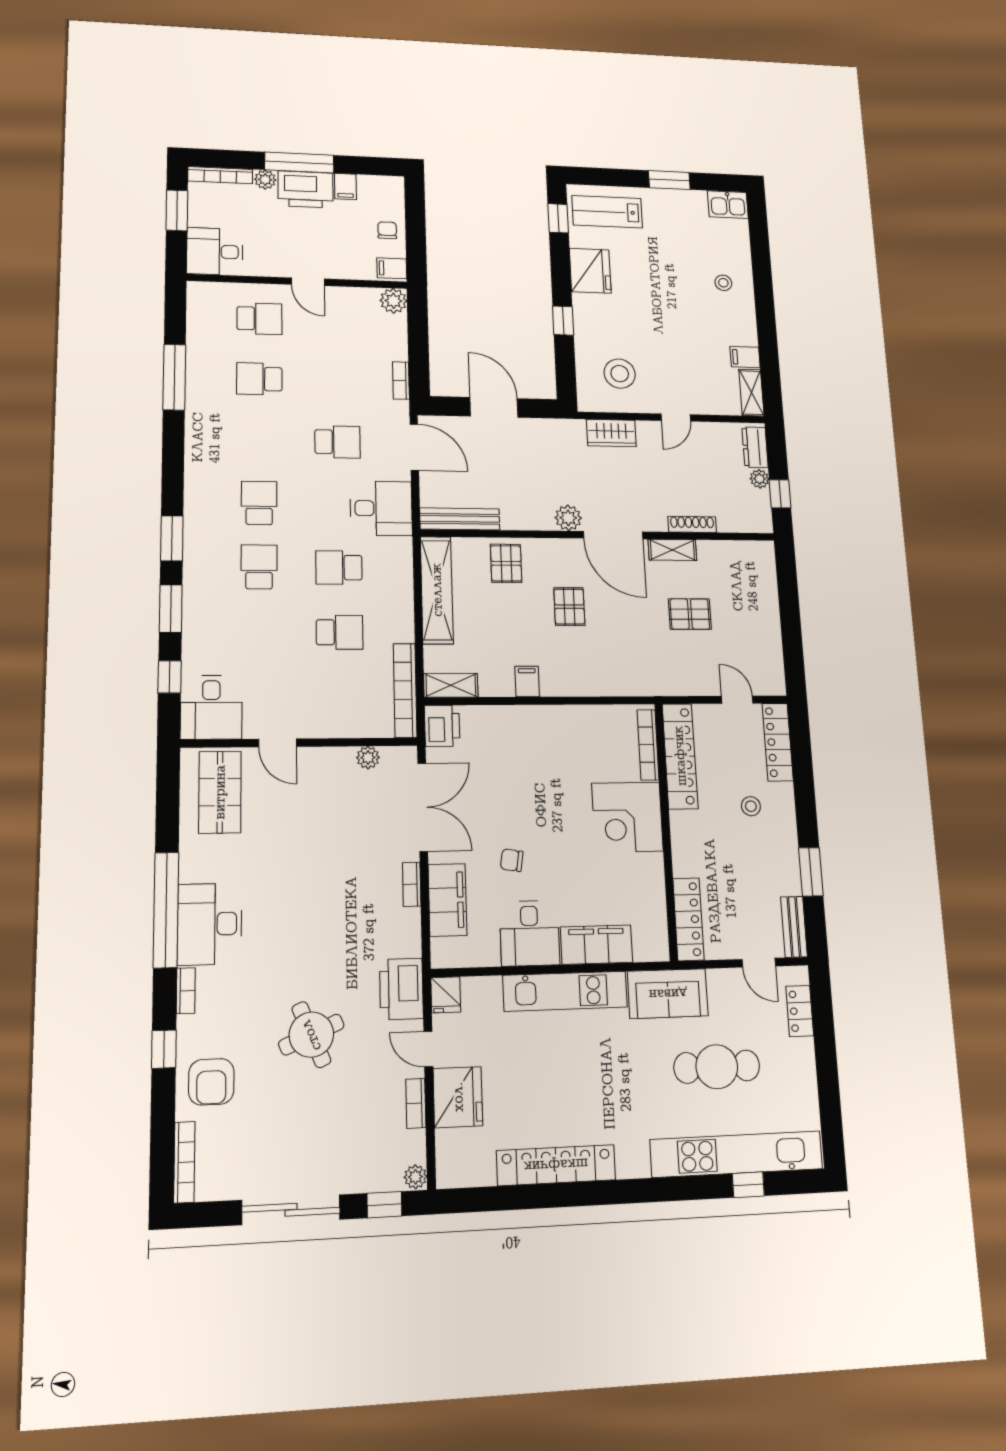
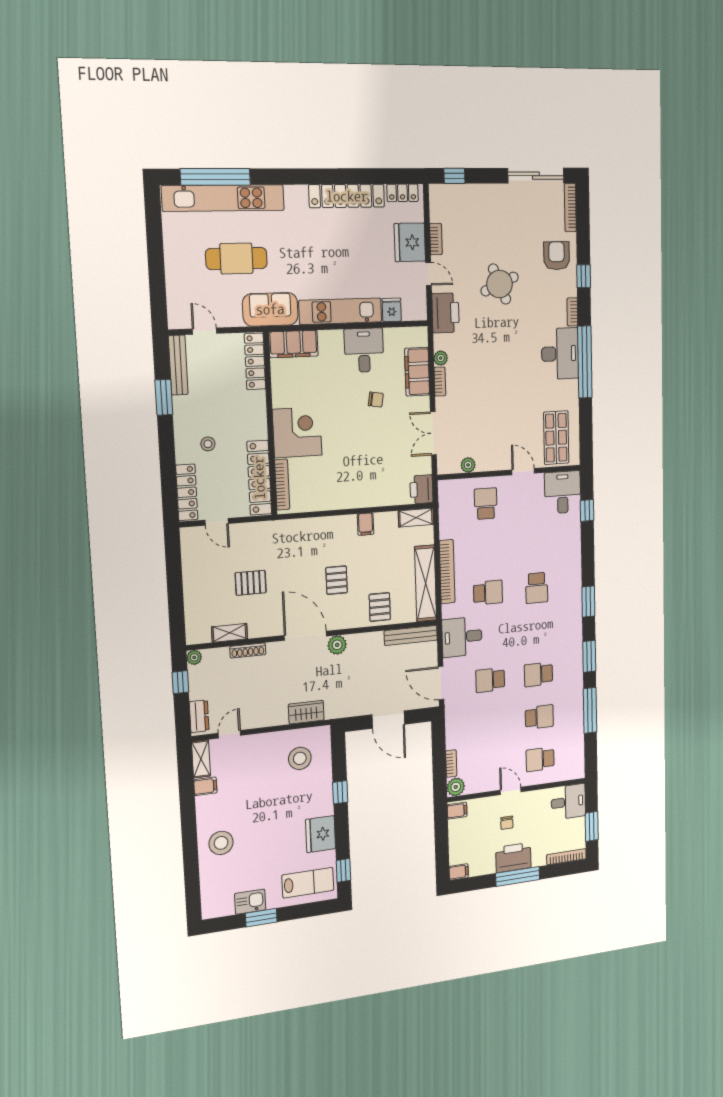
plant: (265, 180) -> (539, 859), removed
filing cabinet: (345, 186) -> (459, 872), moved, turned 90
kitchen sink: (728, 205) -> (250, 902), moved
chair: (387, 230) -> (507, 823), moved
stool: (723, 283) -> (221, 843), width x1.89, depth x1.89
bookcase: (401, 381) -> (451, 764), moved
door: (676, 418) -> (229, 734), moved
plant: (760, 479) -> (194, 657), moved
school desk: (259, 503) -> (538, 674), moved, turned 90
shelving: (672, 550) -> (230, 633), moved
window: (171, 609) -> (589, 656), moved
school desk: (340, 632) -> (486, 504), moved, turned 90
bookcase: (405, 690) -> (447, 572), moved
double door: (423, 807) -> (433, 433), width x0.73
bench: (794, 927) -> (178, 365), width x1.36
filing cabinet: (597, 945) -> (293, 344), moved
fridge: (446, 995) -> (392, 310), moved
locker: (800, 1011) -> (402, 193), moved, turned 90
plant: (415, 1177) -> (441, 358), moved
window: (748, 1185) -> (215, 177), width x3.17
sliding door: (291, 1210) -> (536, 176), moved

